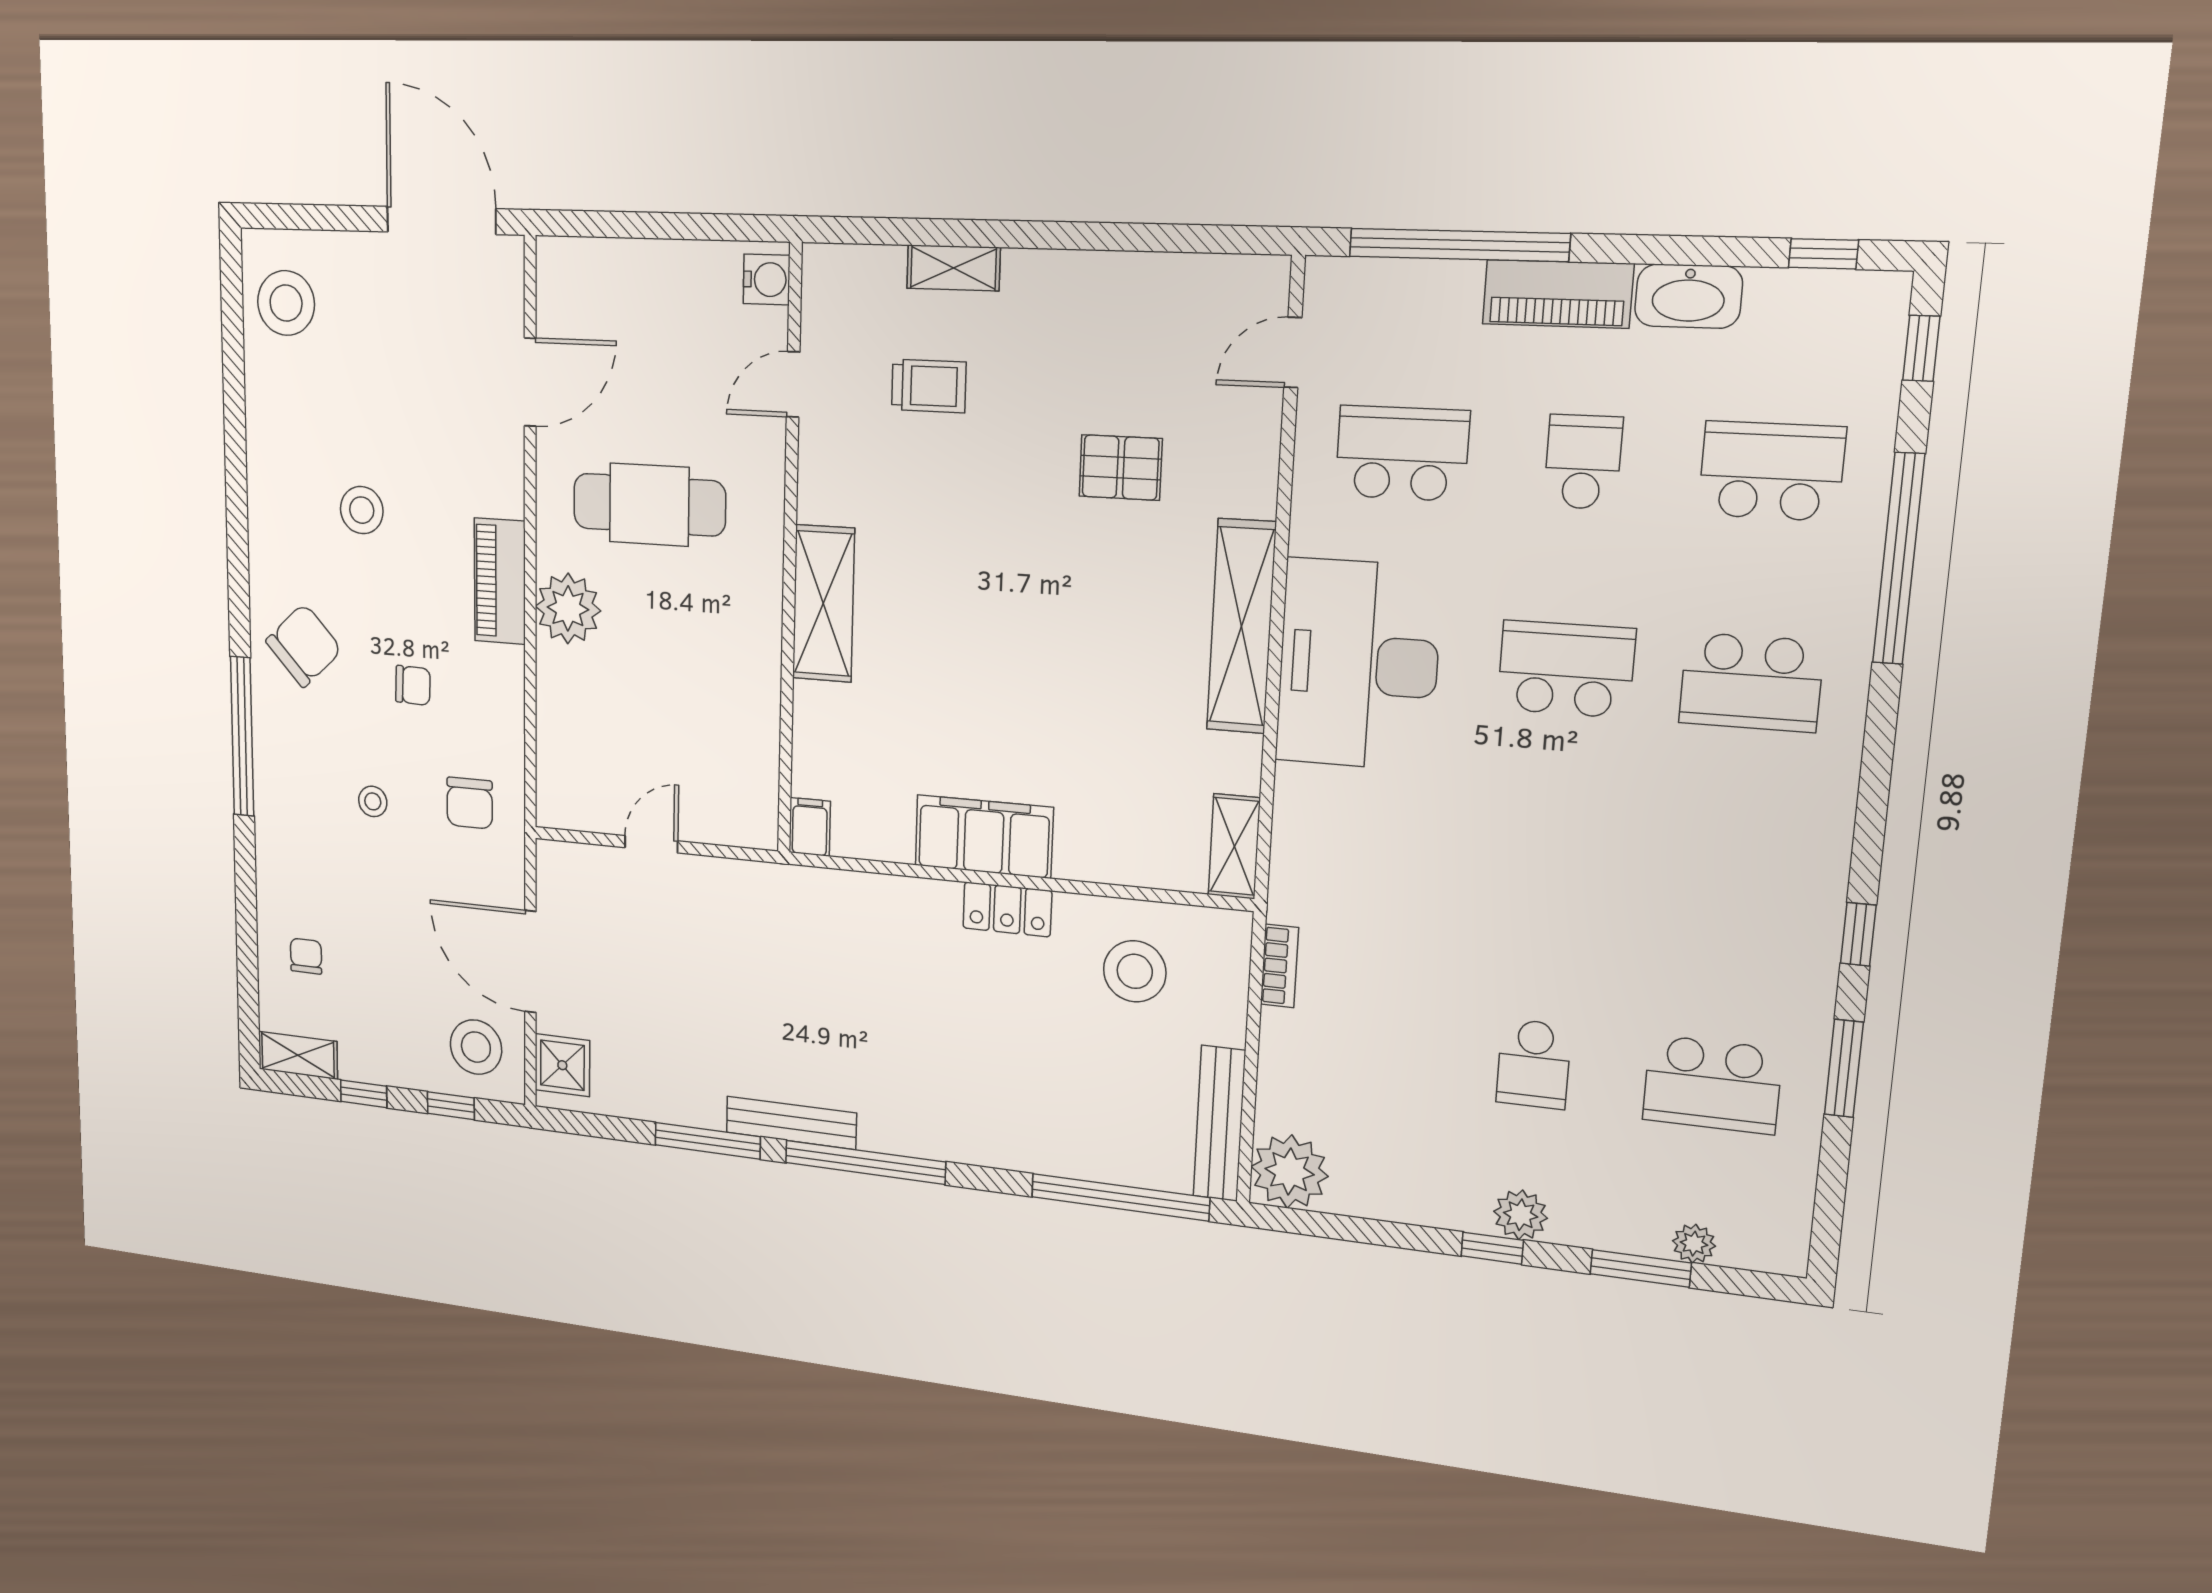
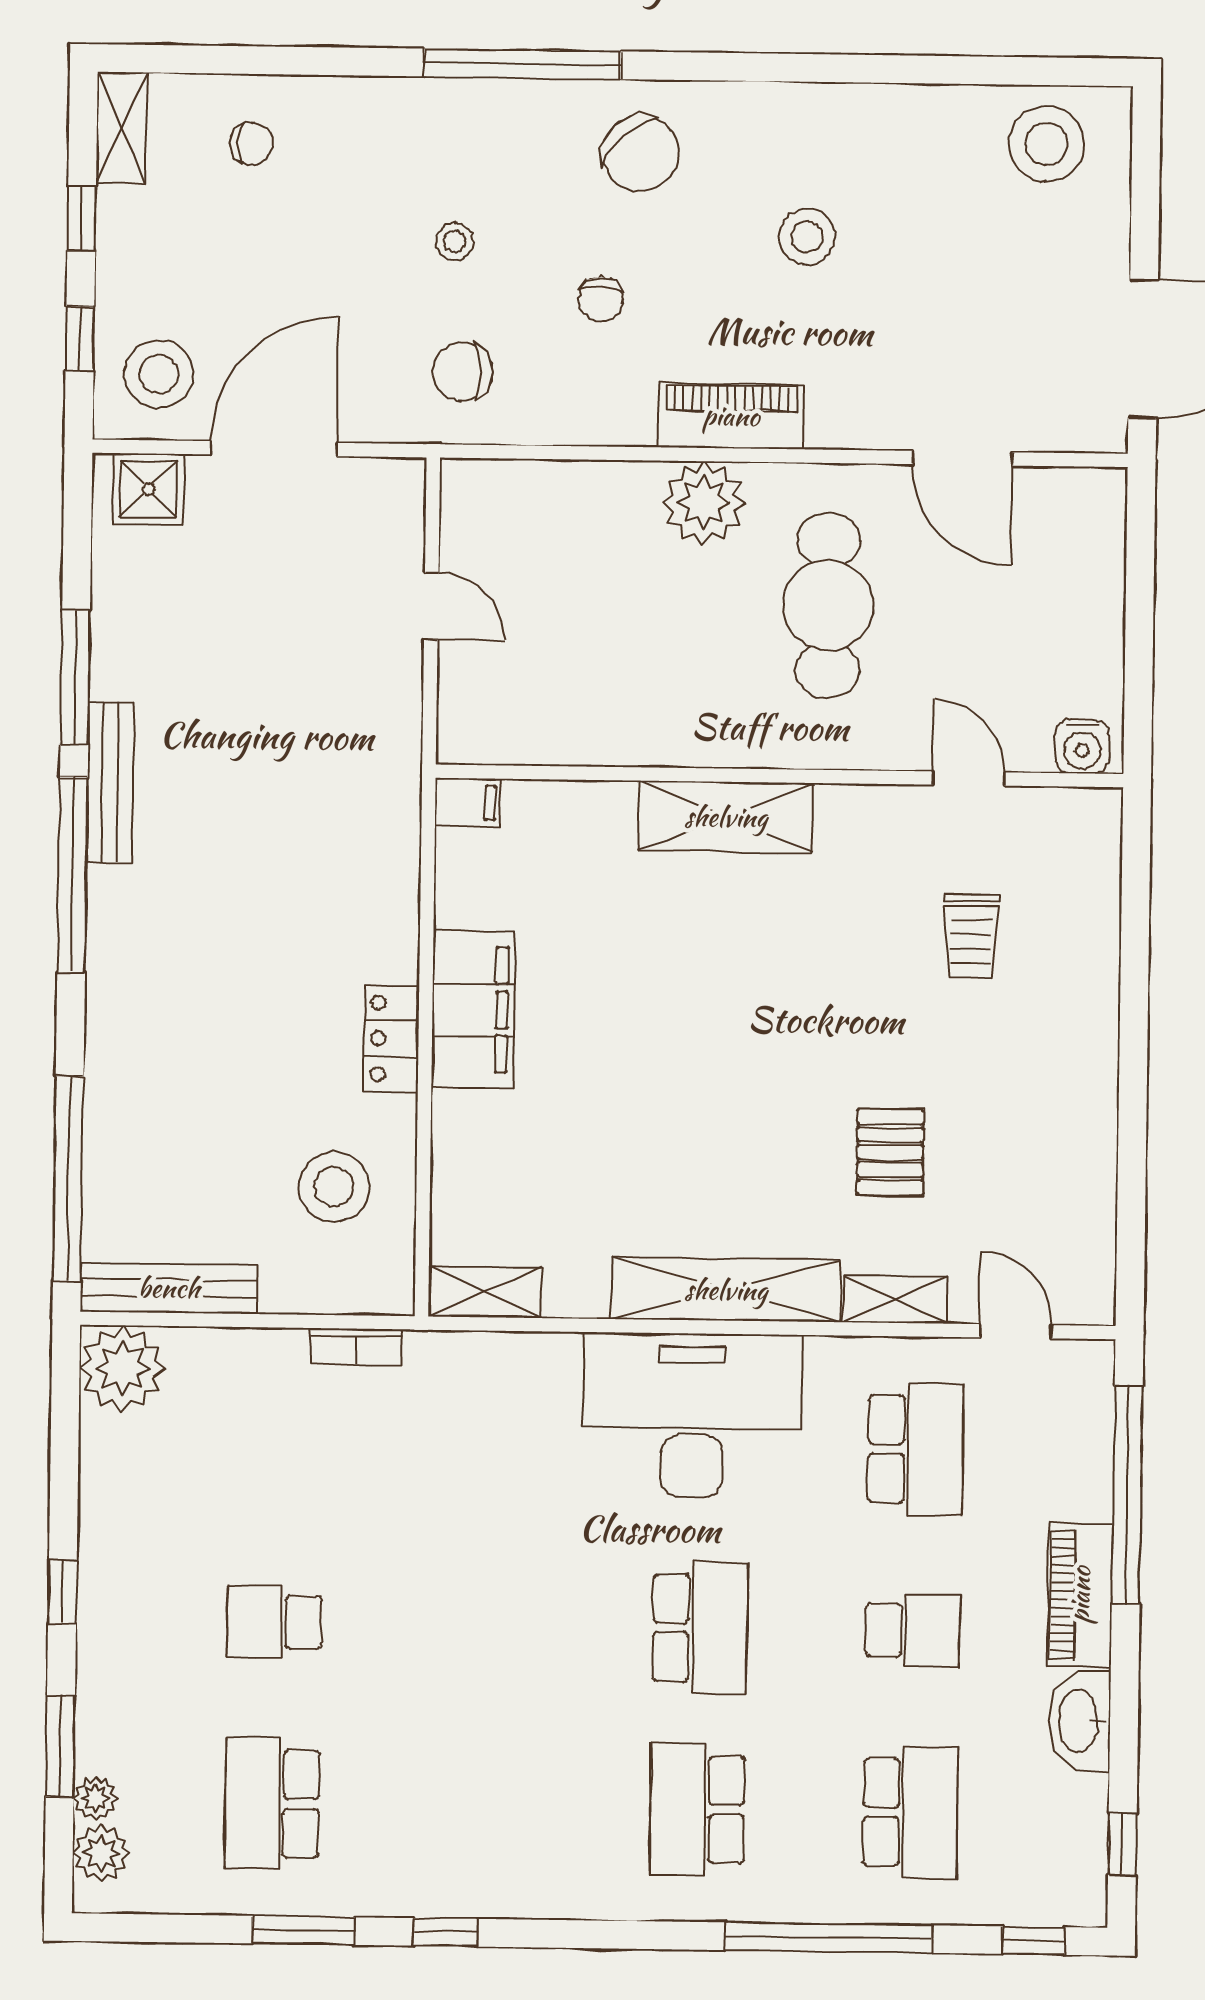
shelving: (953, 268) -> (896, 1300), moved, turned 90
plant: (1521, 1215) -> (101, 1853), moved

